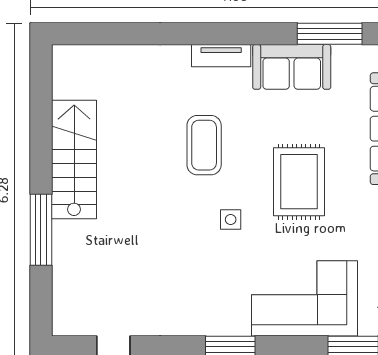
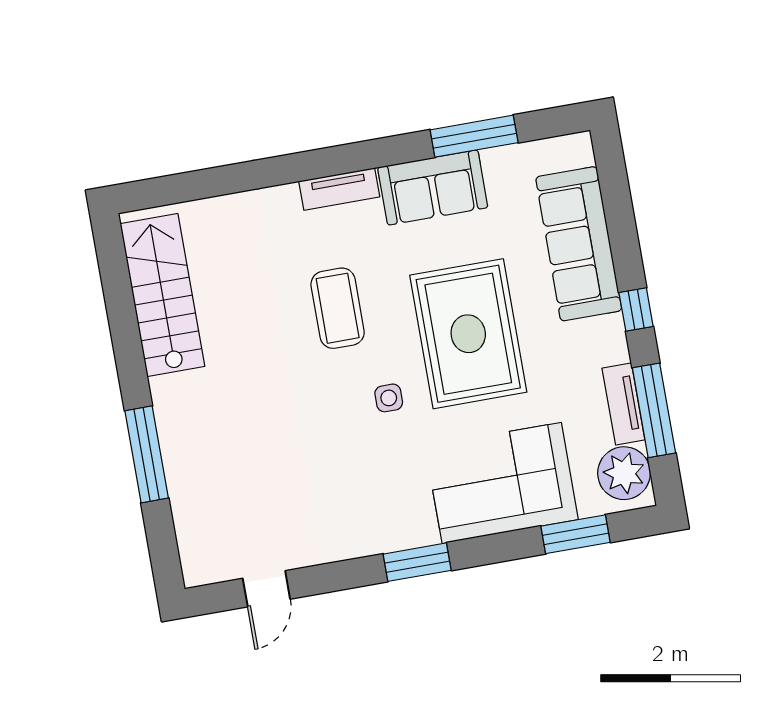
stairs: (74, 159) -> (162, 295), moved
rug: (299, 182) -> (468, 334), width x1.37, depth x1.44

